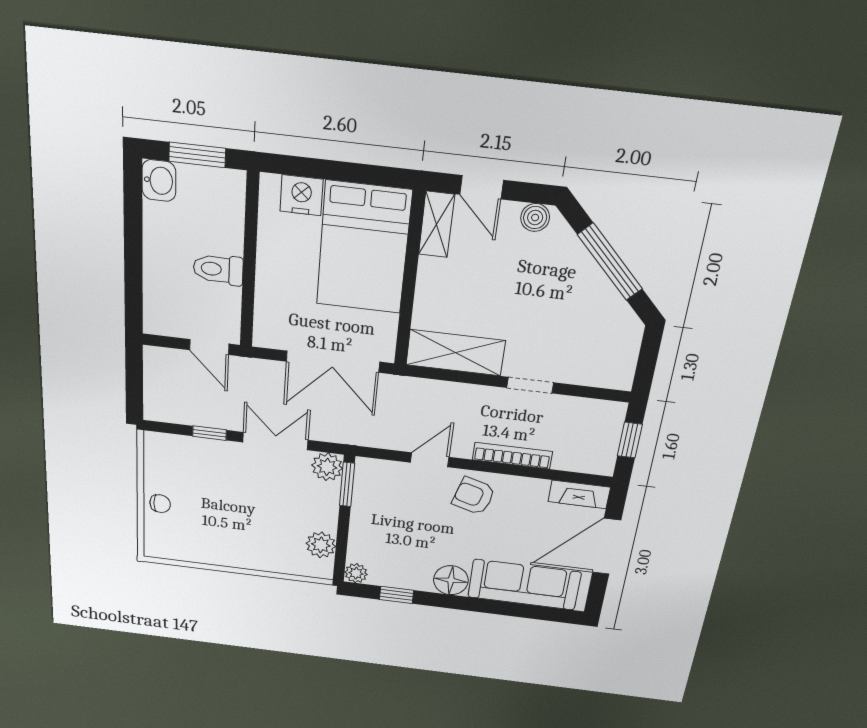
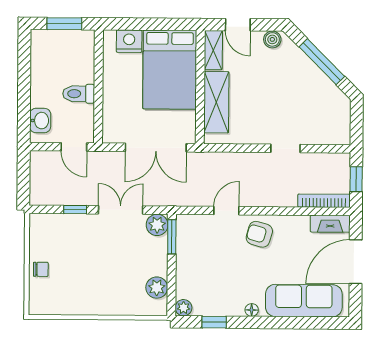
washbasin: (159, 181) -> (40, 121), moved
shelving: (455, 353) -> (216, 102), moved, turned 90
bookcase: (512, 456) -> (324, 201), moved
floor lamp: (451, 580) -> (252, 310), width x0.53, depth x0.53

